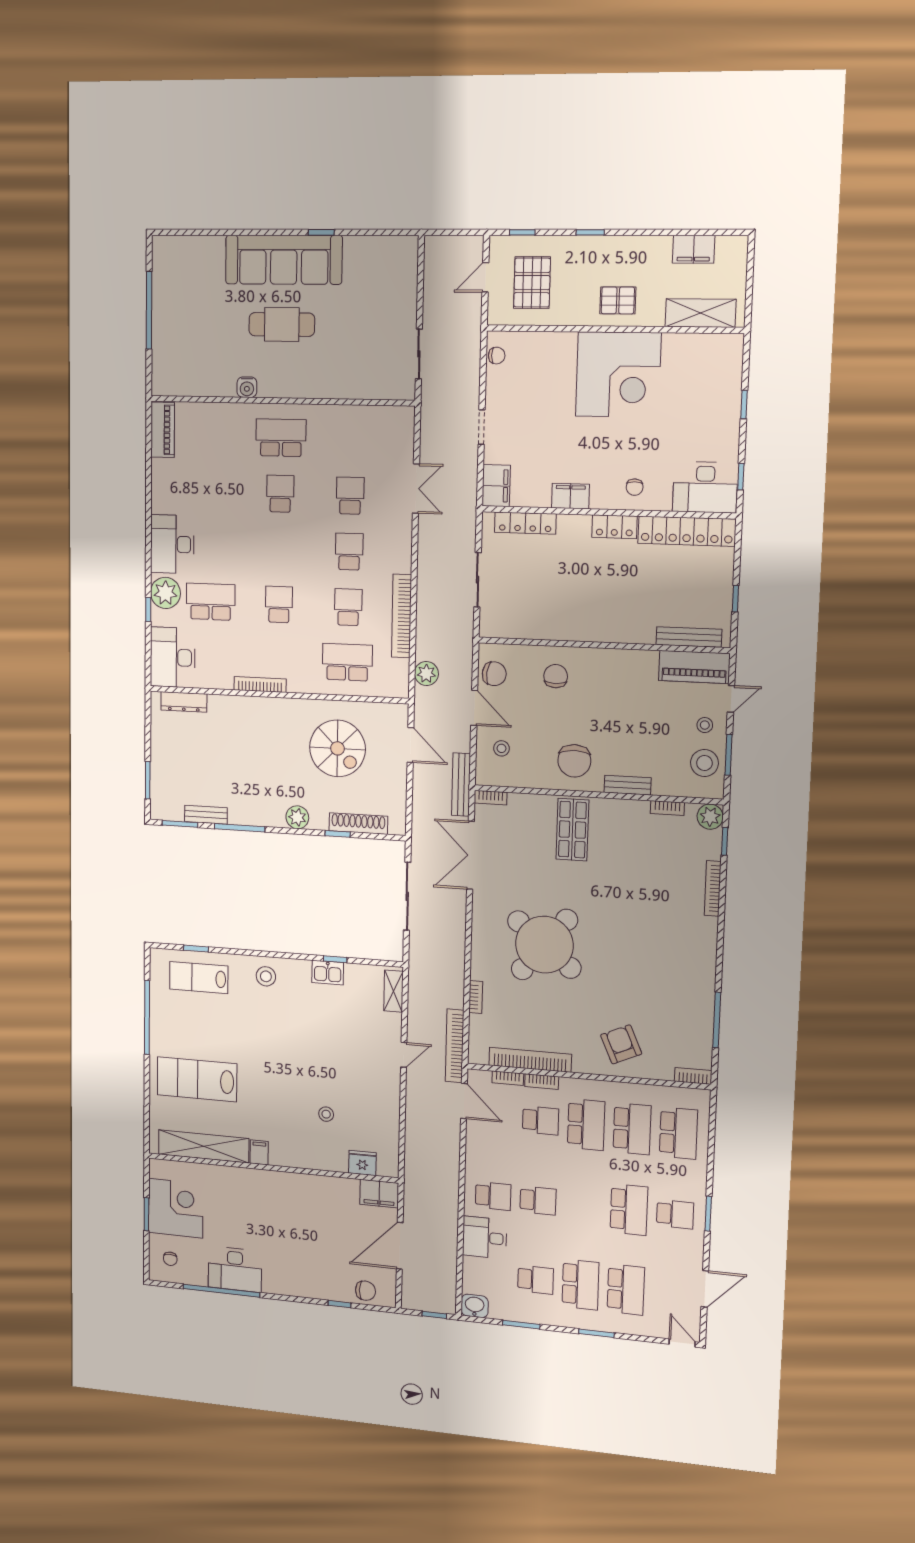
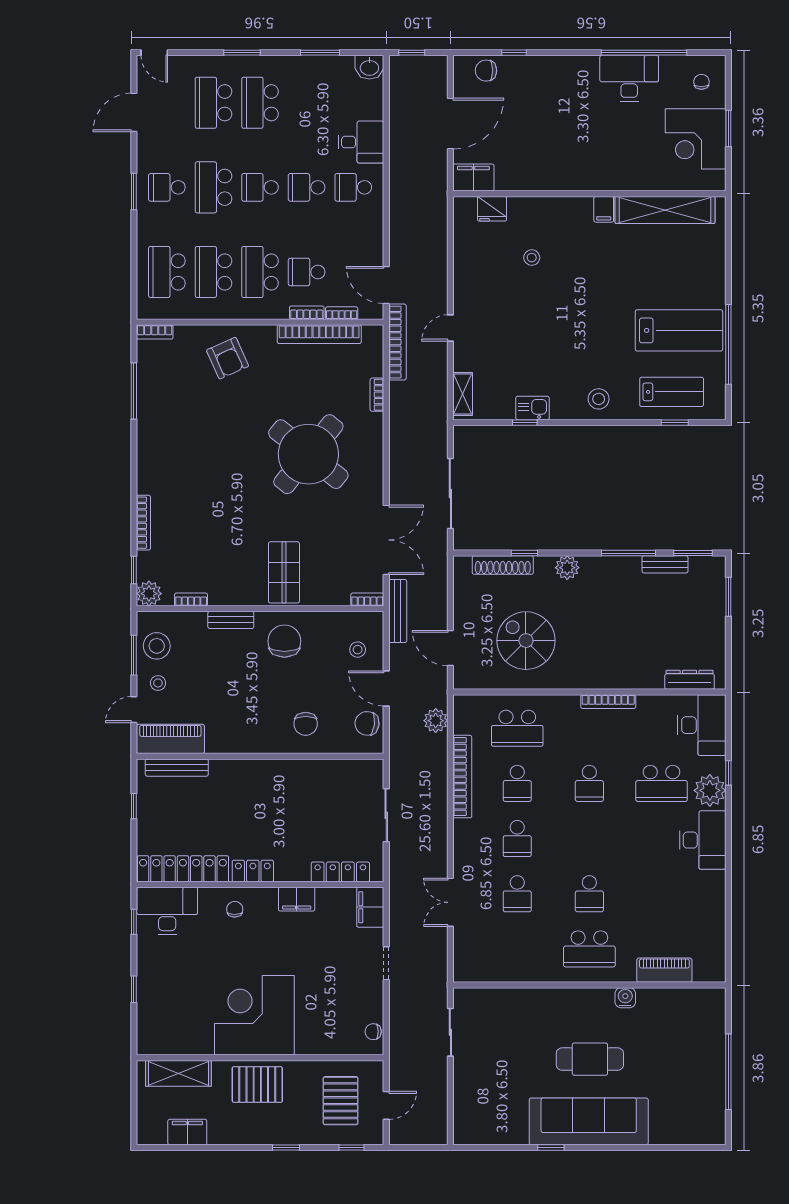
pallet: (618, 300) -> (257, 1085), width x1.50, depth x1.42
piano: (163, 430) -> (664, 970), moved, turned 90
lab bench: (197, 1079) -> (679, 330), moved
school desk: (535, 1280) -> (260, 187), moved

